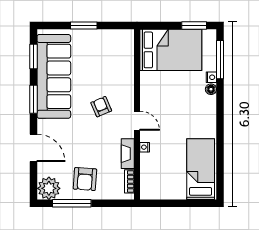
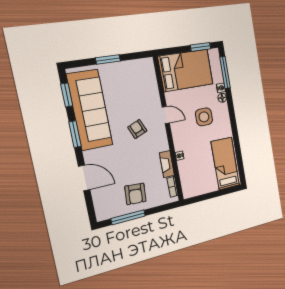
side table: (183, 108) -> (204, 117), added
door: (137, 121) -> (166, 115), moved
plant: (49, 188) -> (105, 210), removed

